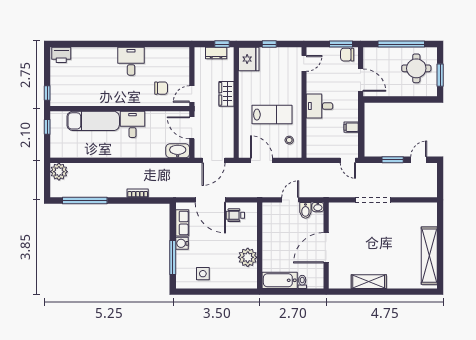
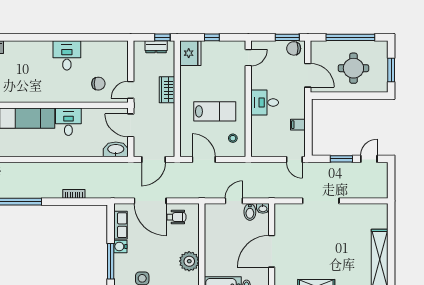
round table: (416, 68) -> (353, 68), moved
wheelchair: (235, 215) -> (176, 217), turned 180

